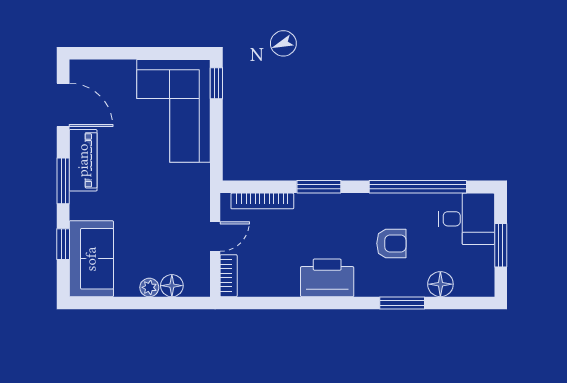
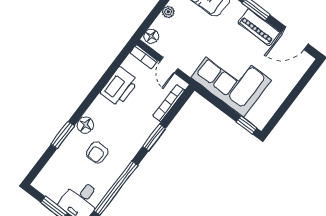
corner sofa: (174, 111) -> (231, 79), moved
printer: (327, 278) -> (119, 87), moved
floor lamp: (440, 284) -> (85, 125), moved
floor lamp: (172, 286) -> (151, 36), moved

